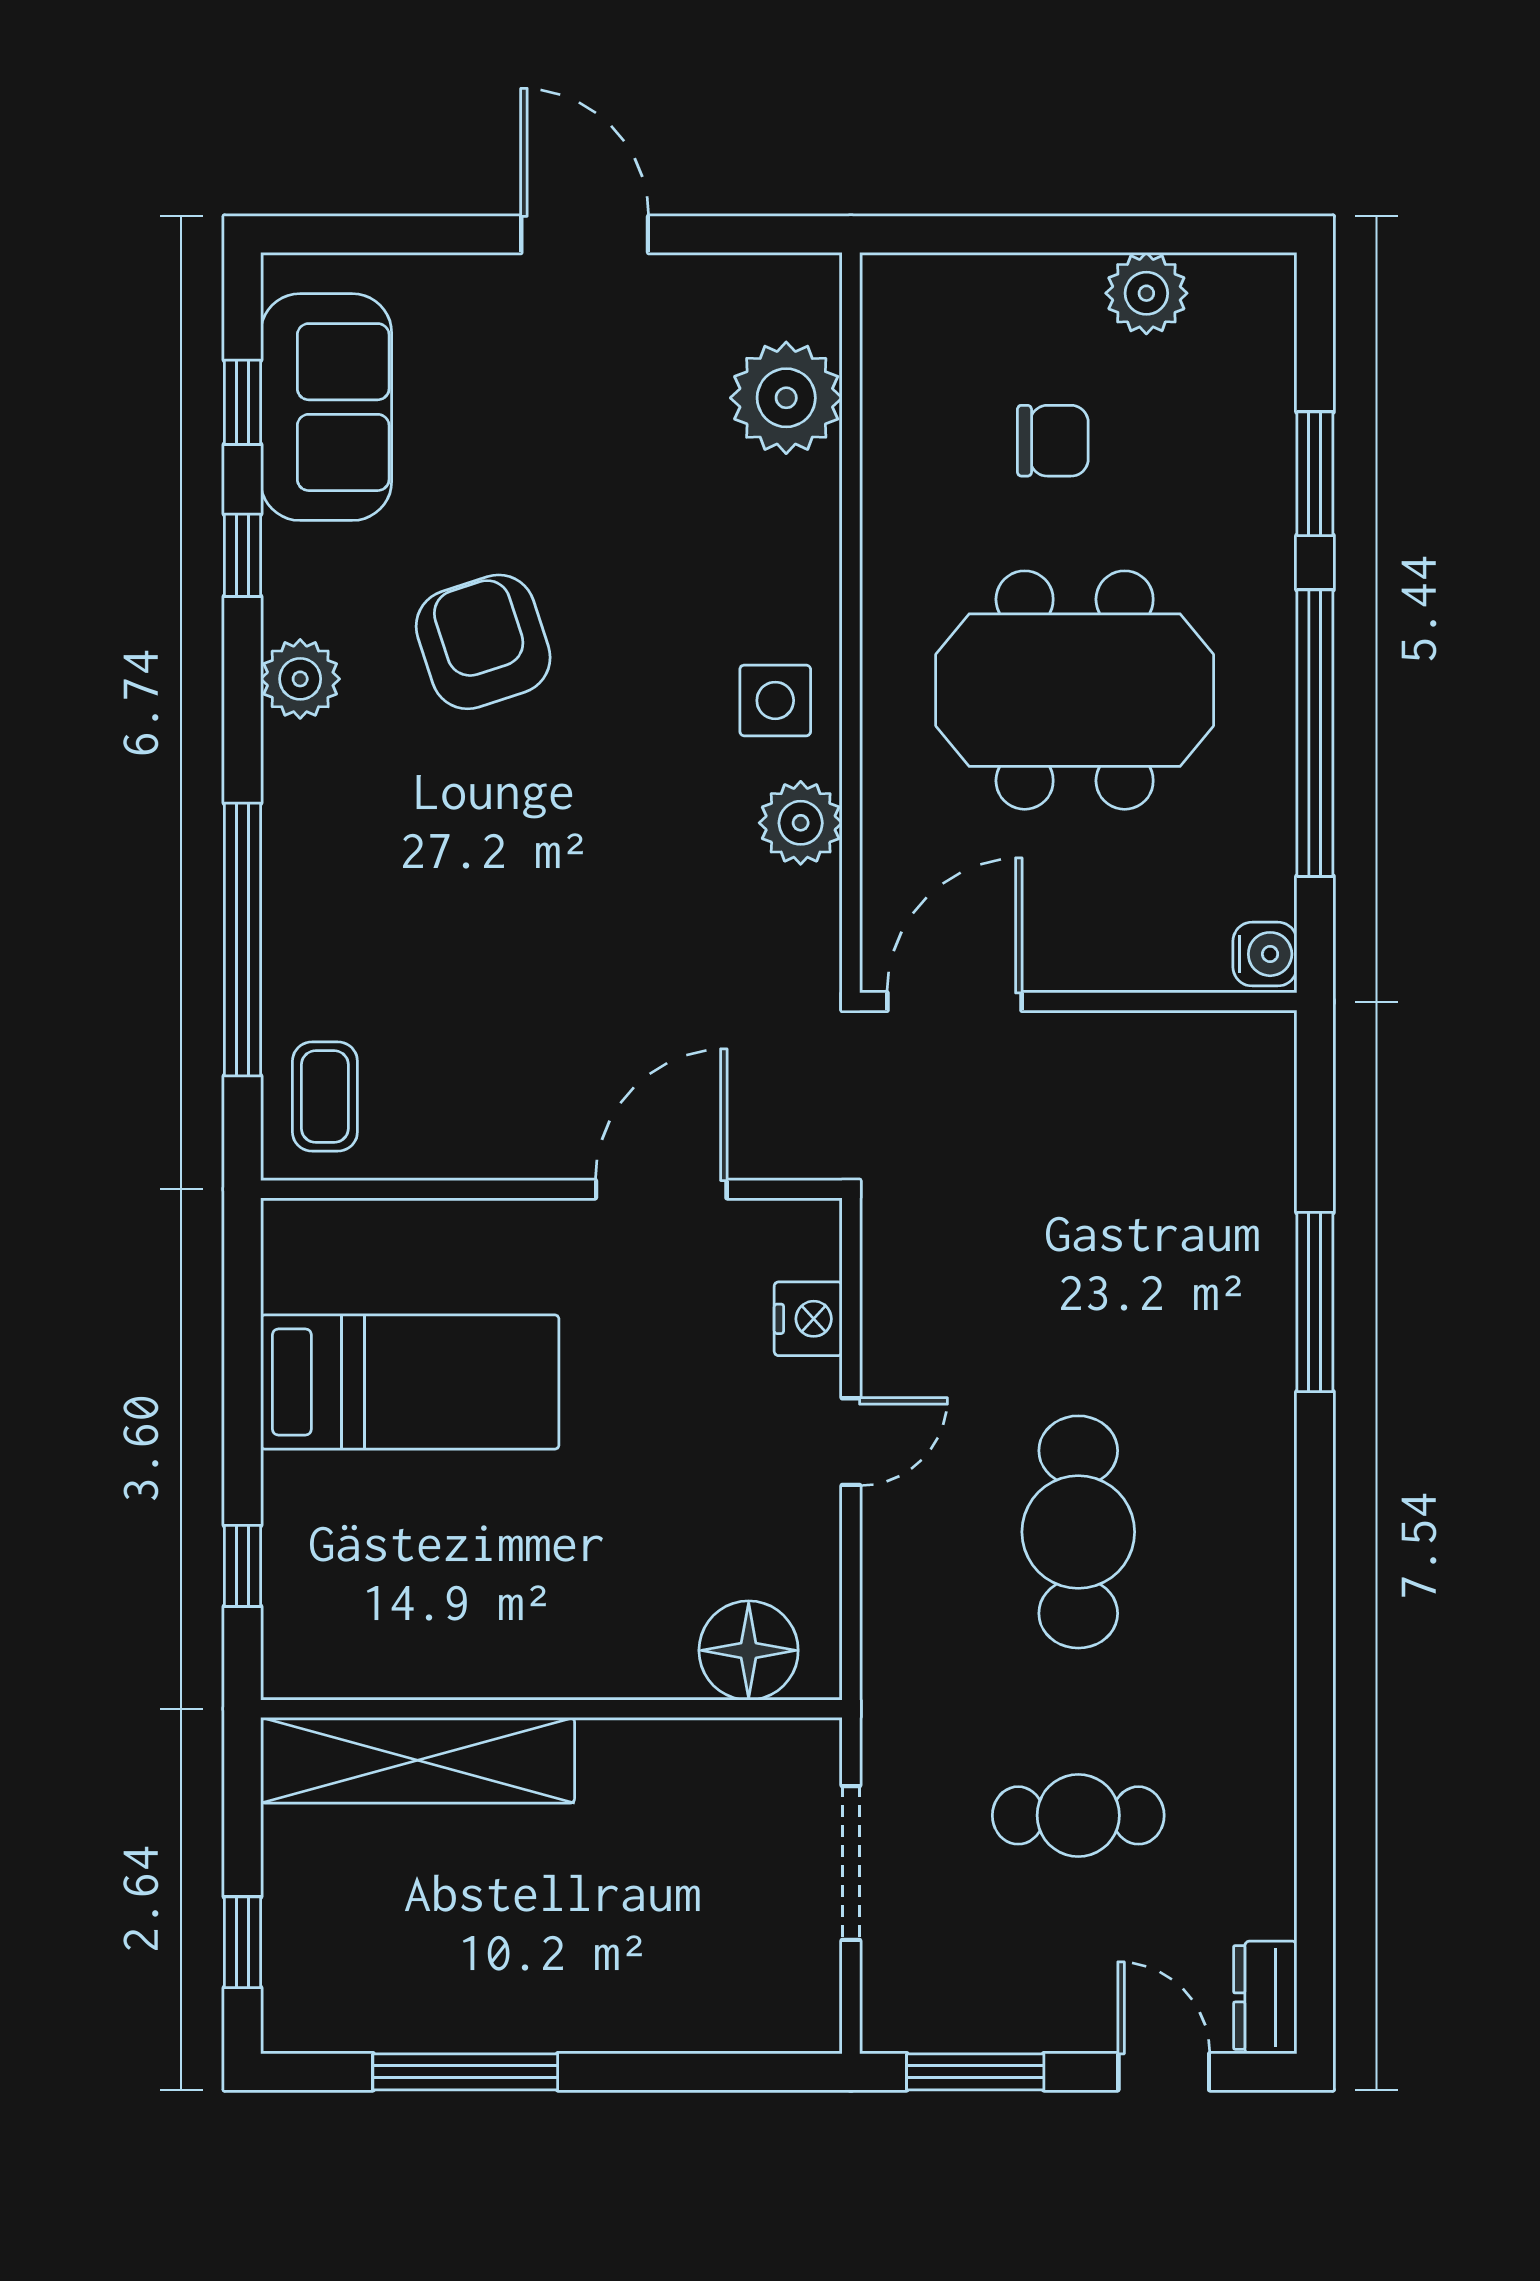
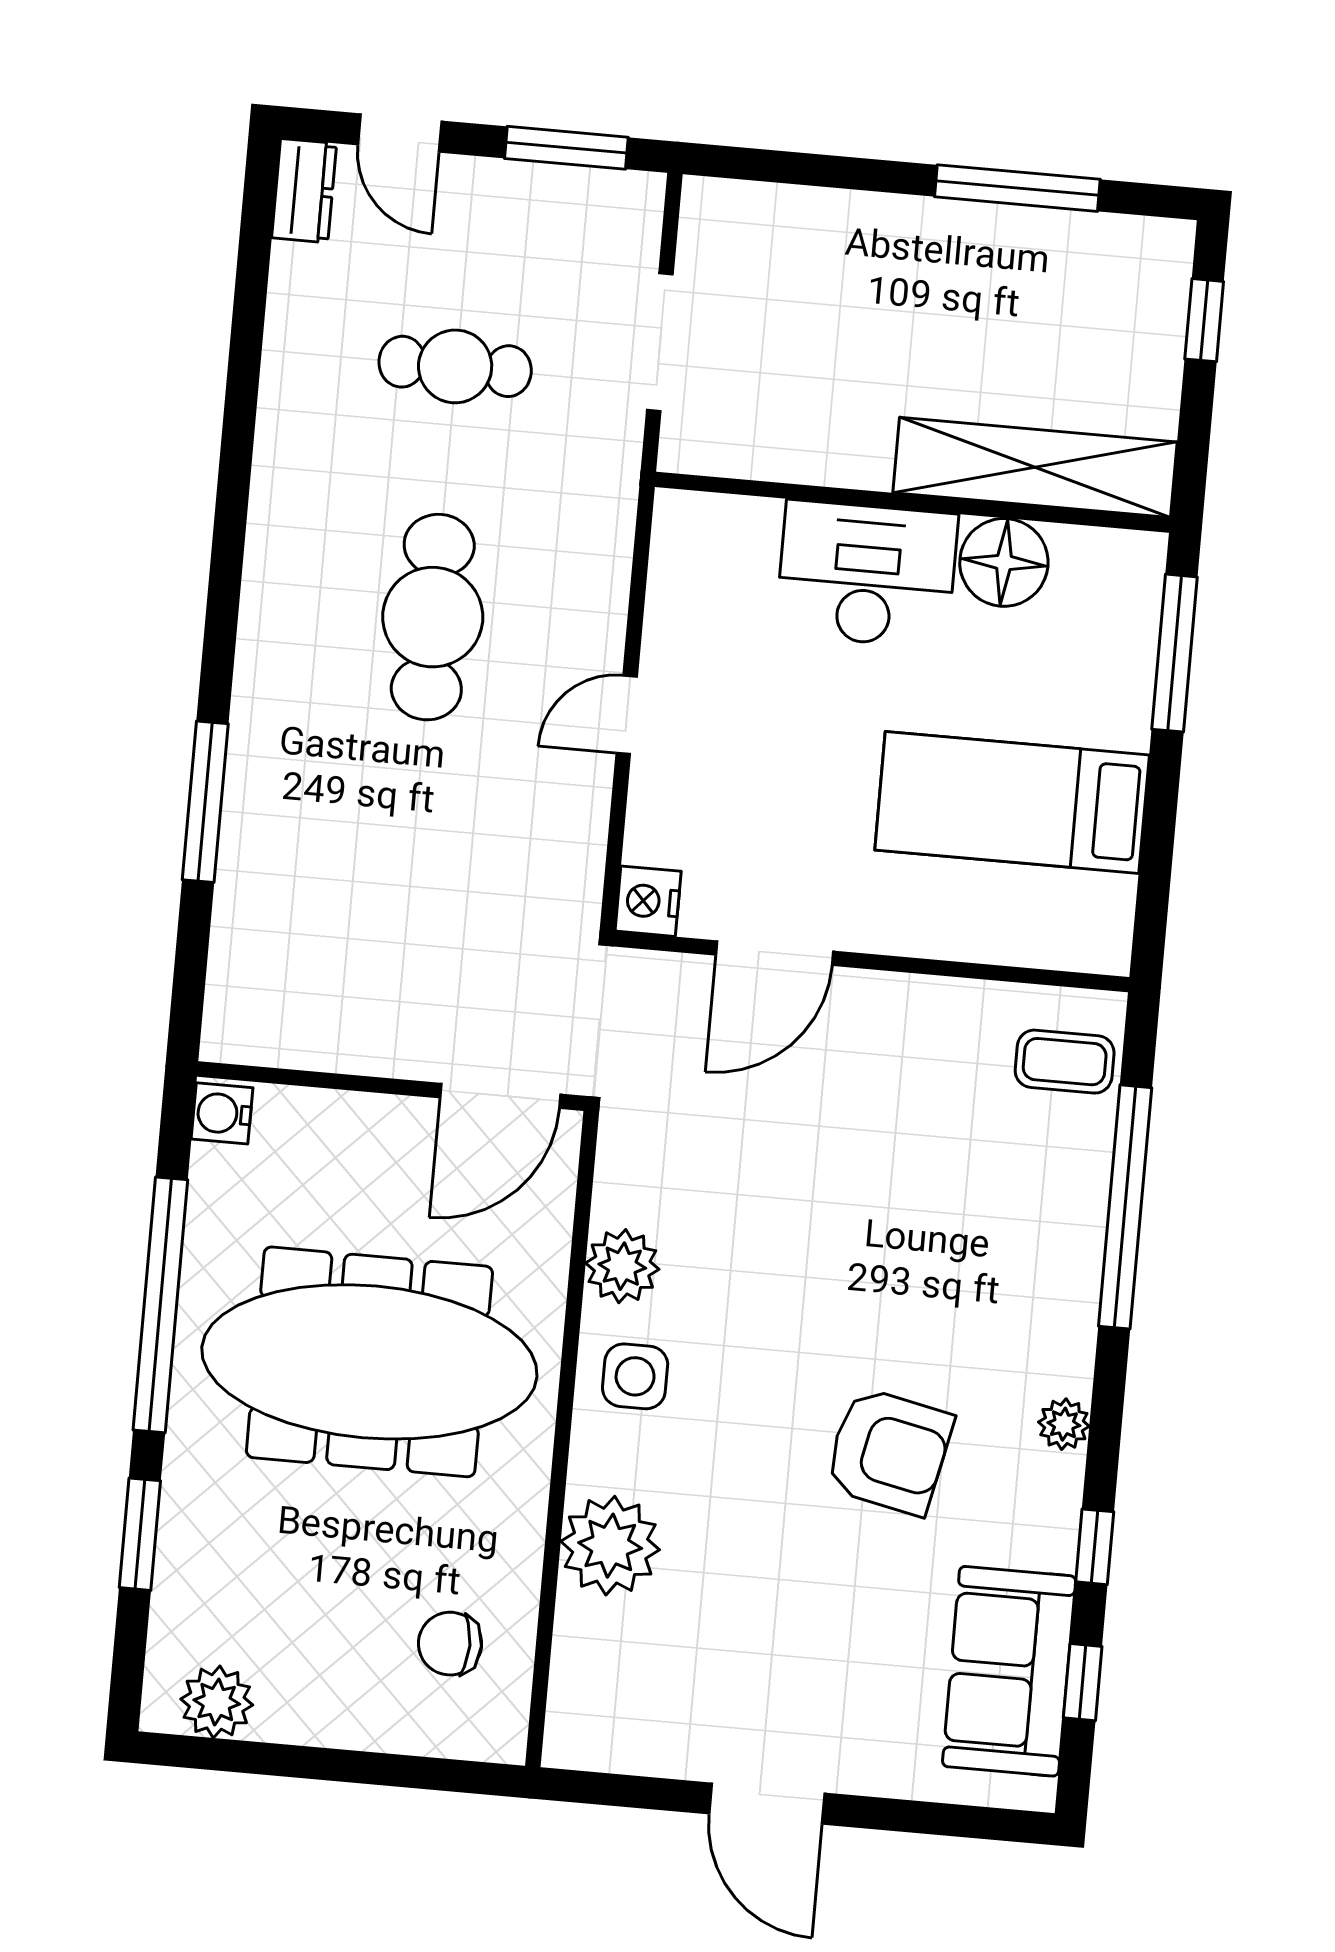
plant: (1146, 293) -> (217, 1702), moved
plant: (786, 398) -> (610, 1546), moved
chair: (1053, 441) -> (450, 1644), moved
armchair: (483, 642) -> (889, 1451), turned -60
plant: (300, 679) -> (1064, 1424), width x0.73, depth x0.73
meeting table: (1075, 690) -> (369, 1362), width x1.36
coffee table: (325, 1097) -> (1065, 1062), turned 90
nightstand: (808, 1319) -> (648, 901), moved
window: (243, 1566) -> (1174, 653), width x2.17
desk: (596, 1624) -> (867, 574), added
floor lamp: (749, 1650) -> (1004, 562), moved

